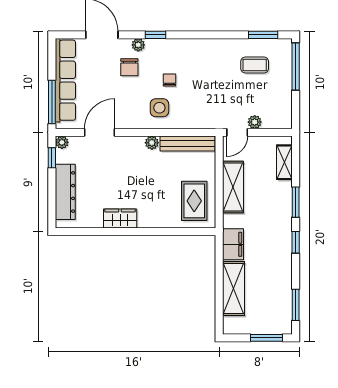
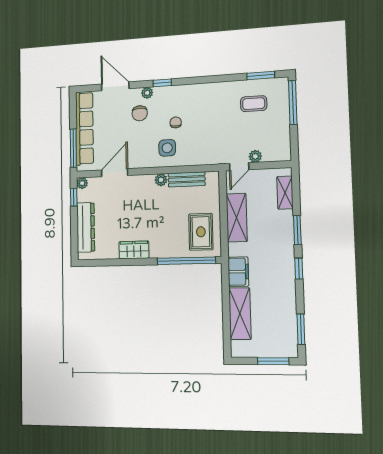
bench: (187, 143) -> (187, 179), width x0.73
window: (178, 232) -> (186, 261), added

